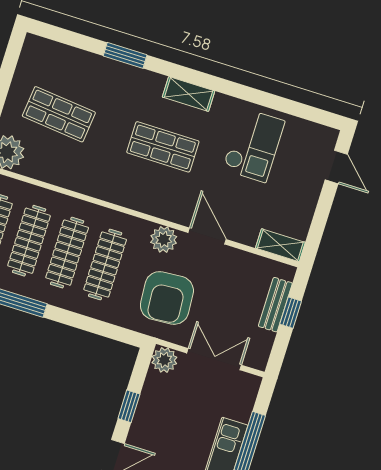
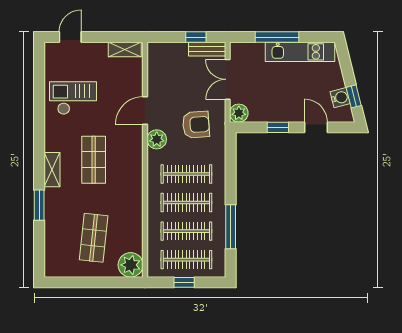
shelving: (189, 94) -> (52, 170), moved
shelving: (280, 245) -> (125, 49), moved, turned 90
armchair: (167, 298) -> (196, 125), width x0.73, depth x0.73
bench: (275, 305) -> (207, 49), moved
window: (291, 313) -> (196, 37), moved

